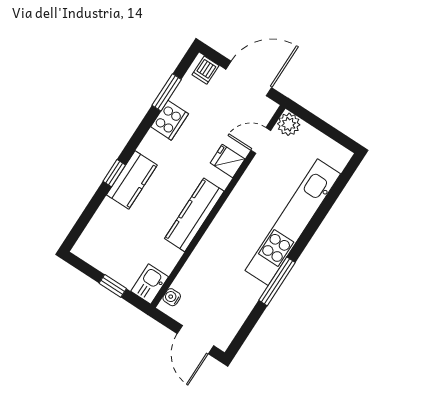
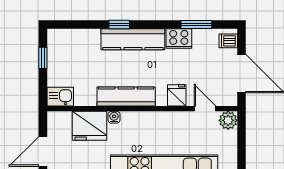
kitchen counter: (132, 180) -> (133, 39), width x1.50
fridge: (200, 273) -> (89, 126), added
window: (113, 286) -> (43, 58), moved
water cooler: (172, 297) -> (114, 117), moved

